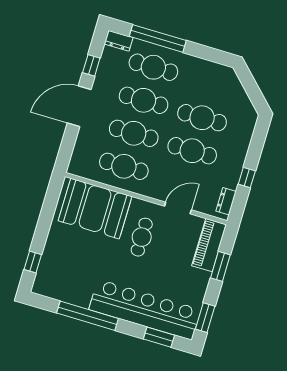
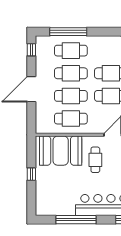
dresser: (119, 41) -> (44, 40), removed
window: (91, 65) -> (31, 50), moved
window: (33, 262) -> (31, 174), moved

